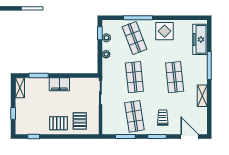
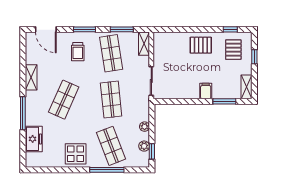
freezer: (200, 39) -> (34, 139), width x0.71
shop shelf: (175, 77) -> (64, 100), turned 30
filing cabinet: (59, 84) -> (206, 91), width x0.50
pallet: (80, 121) -> (233, 50), moved
shelving: (107, 124) -> (144, 44), added

